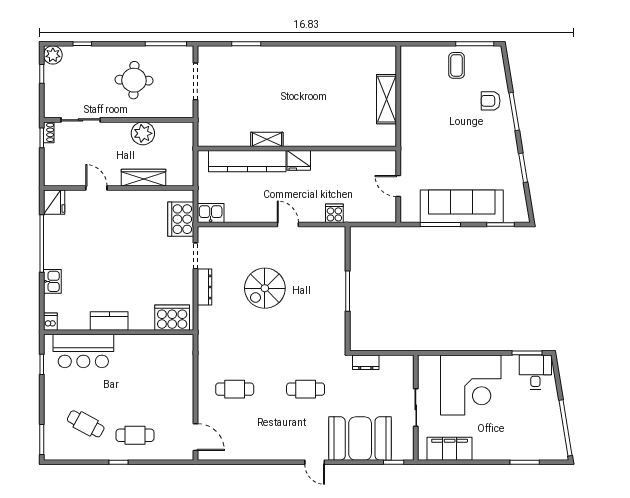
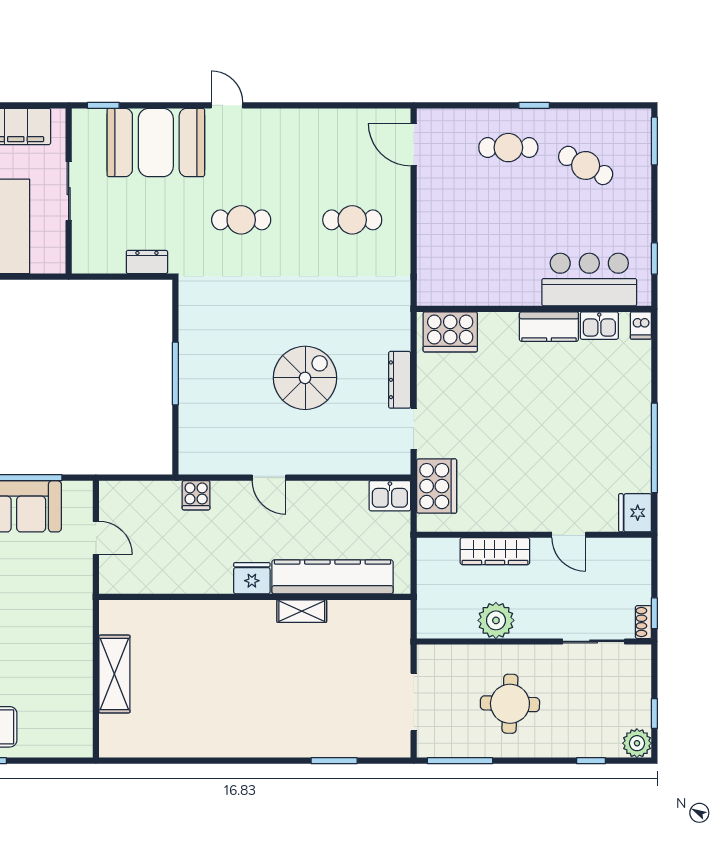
kitchen sink: (52, 281) -> (599, 326), moved, turned -90

